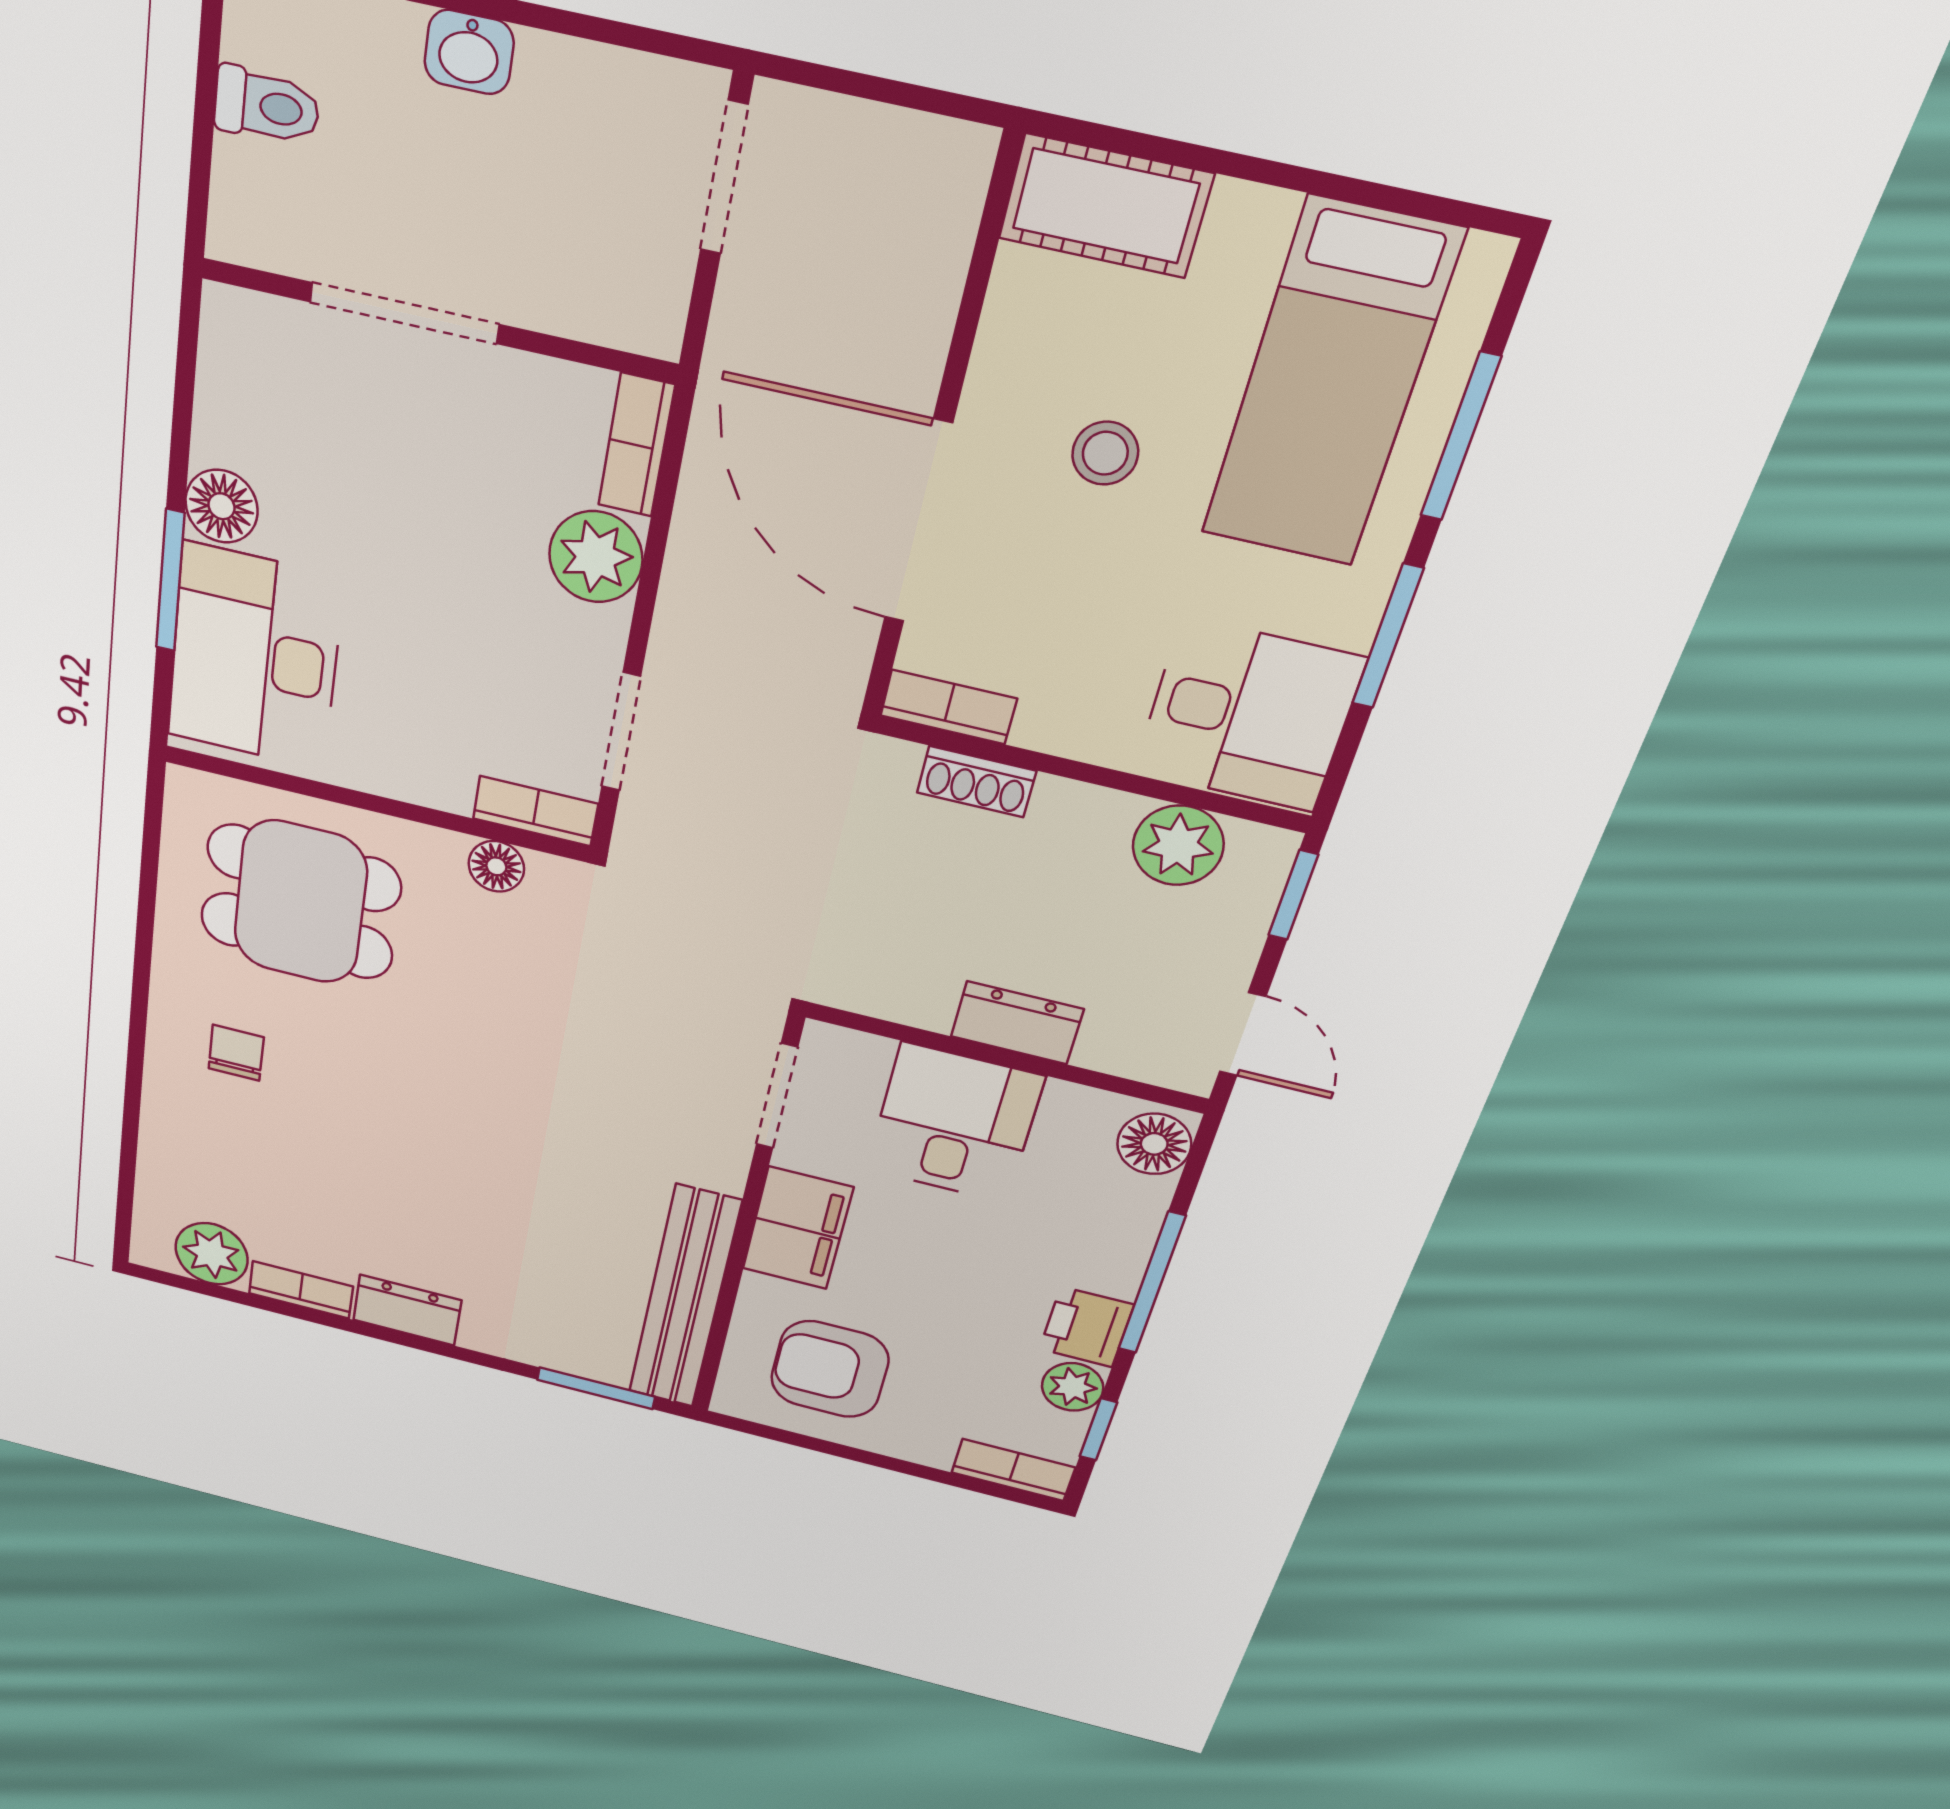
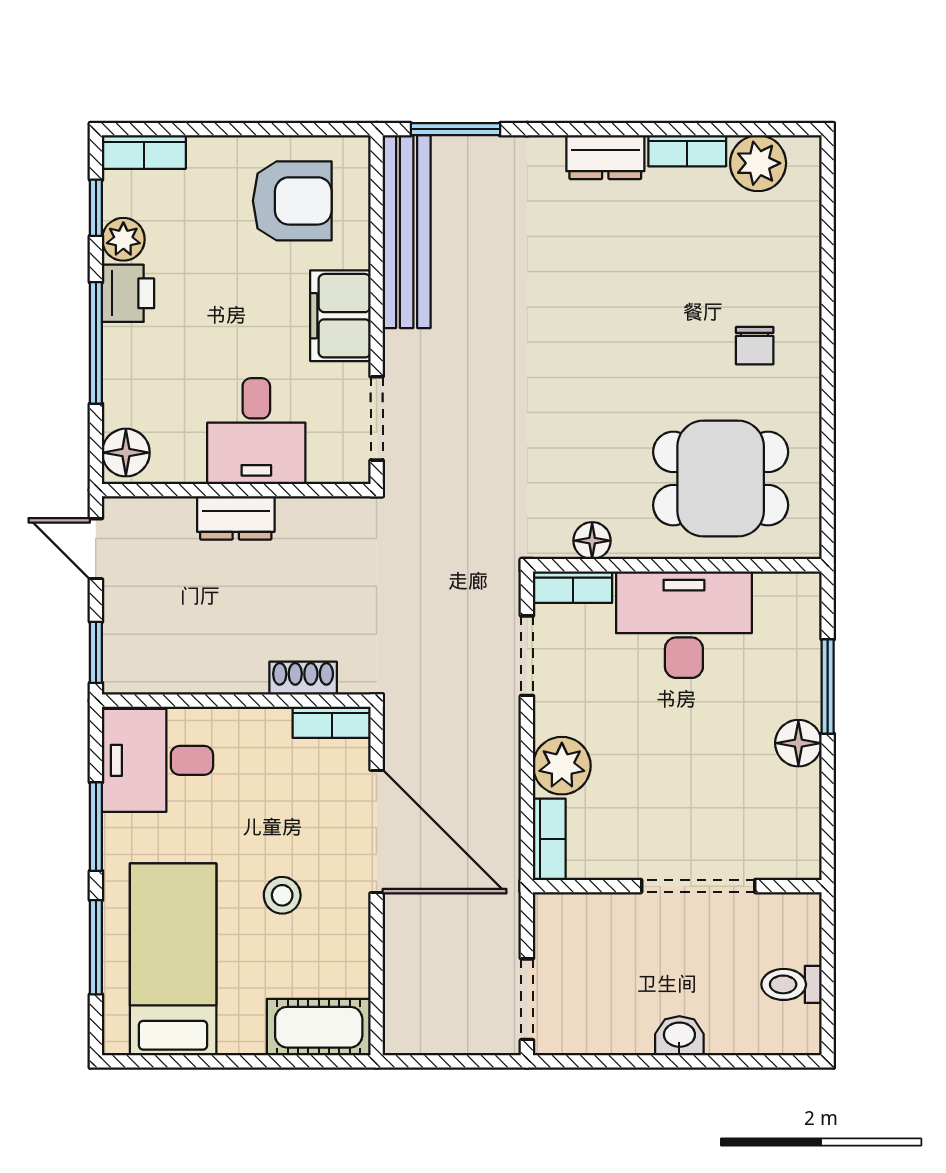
desk: (255, 657) -> (684, 625), moved, turned -90
plant: (1178, 845) -> (173, 667), removed

